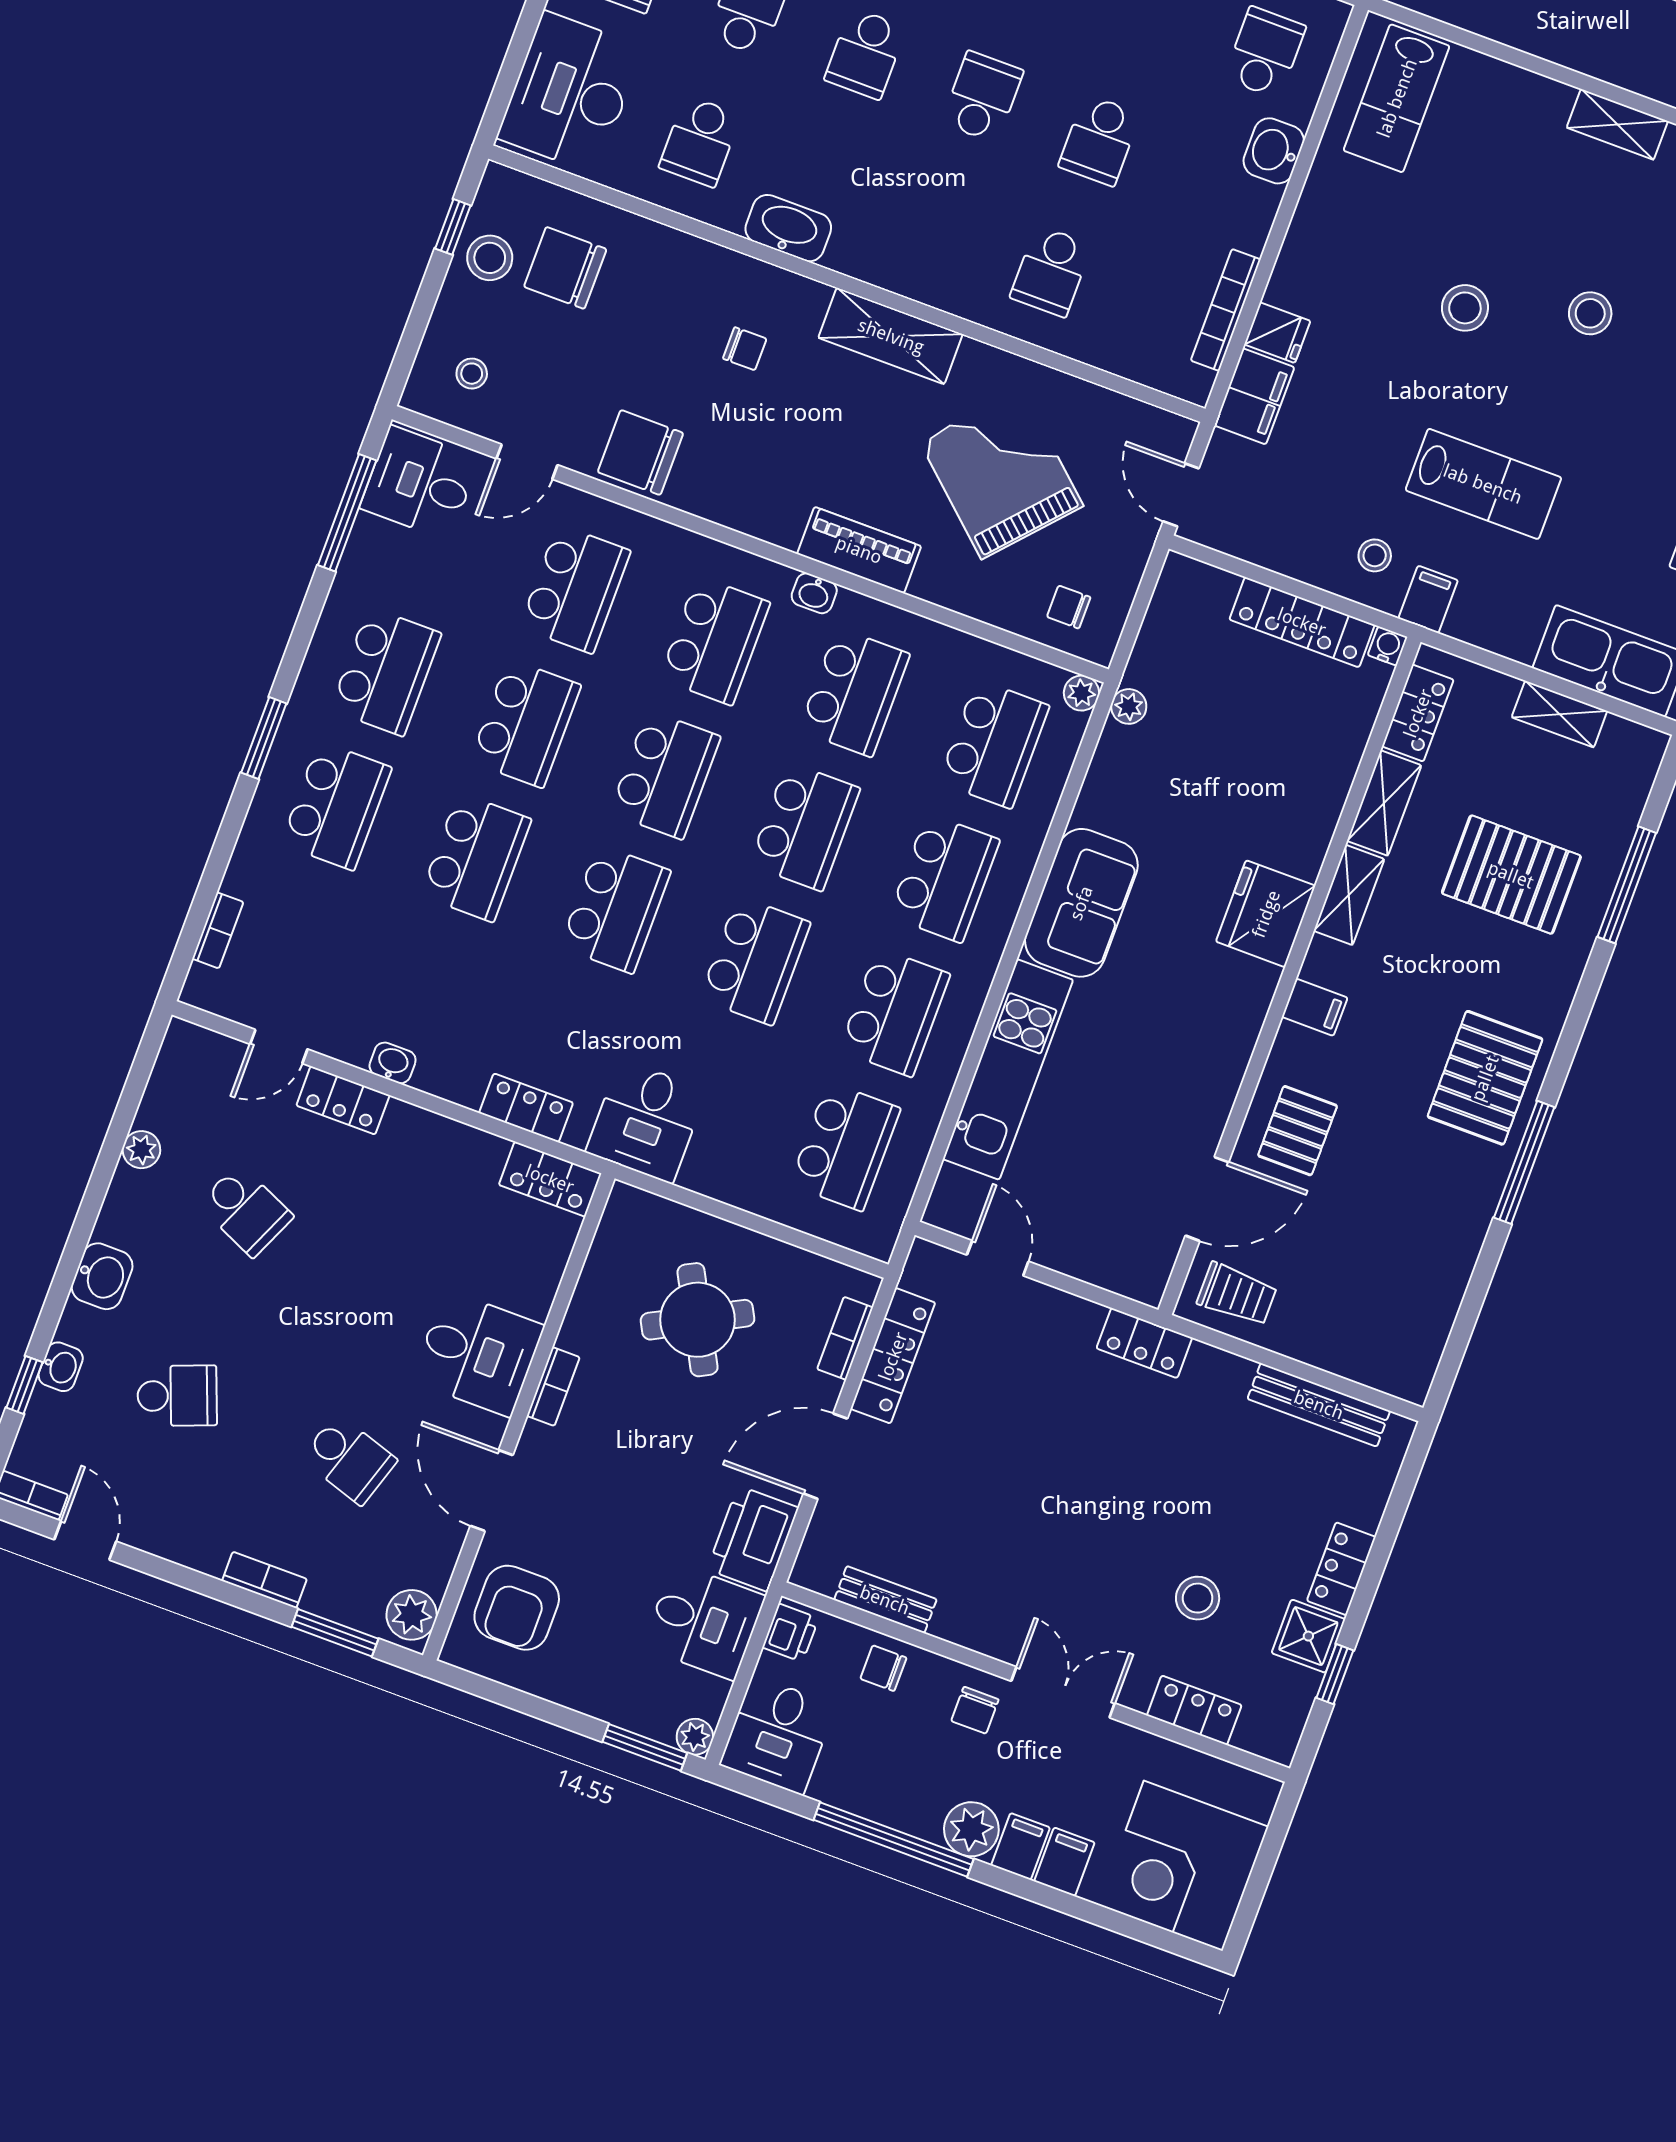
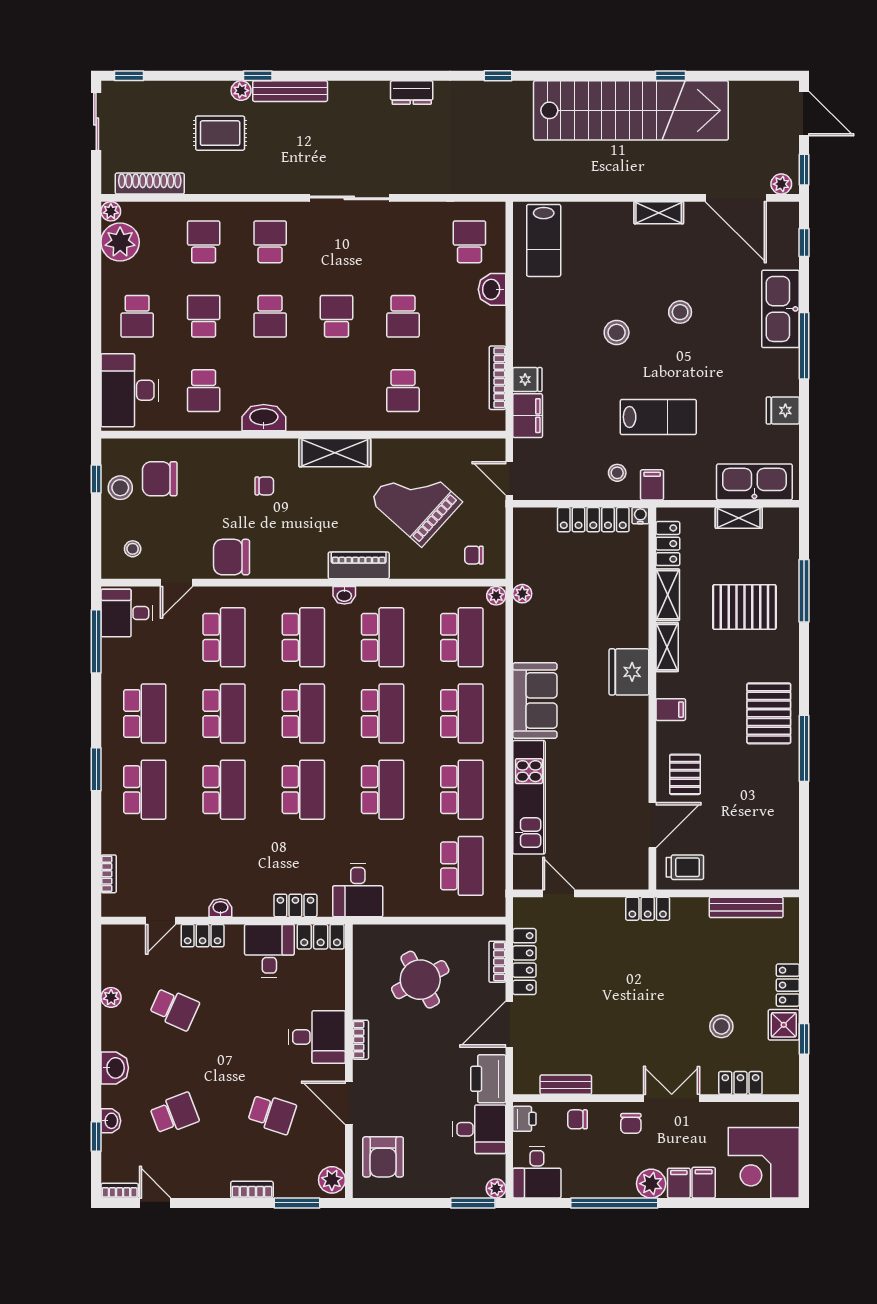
desk: (451, 1171) -> (269, 951), added

